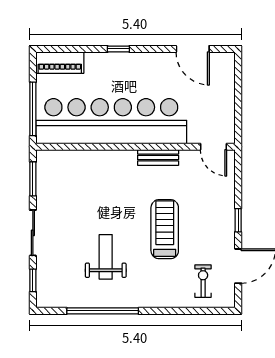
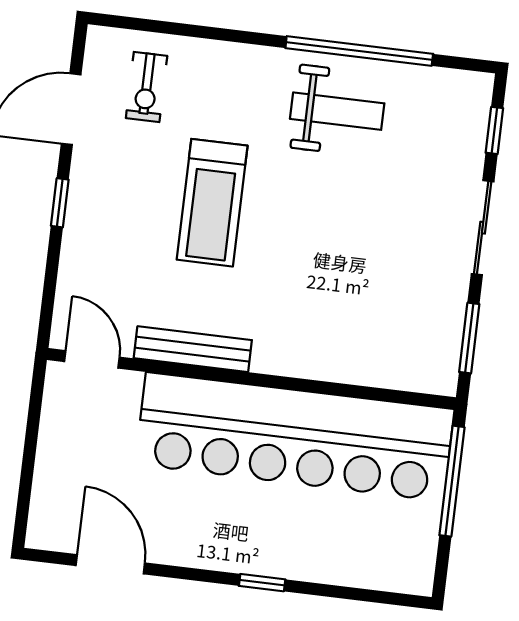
piano: (60, 63) -> (385, 569), removed
bench: (158, 157) -> (193, 349), width x1.36
weight bench: (106, 257) -> (337, 111), moved, turned -90

